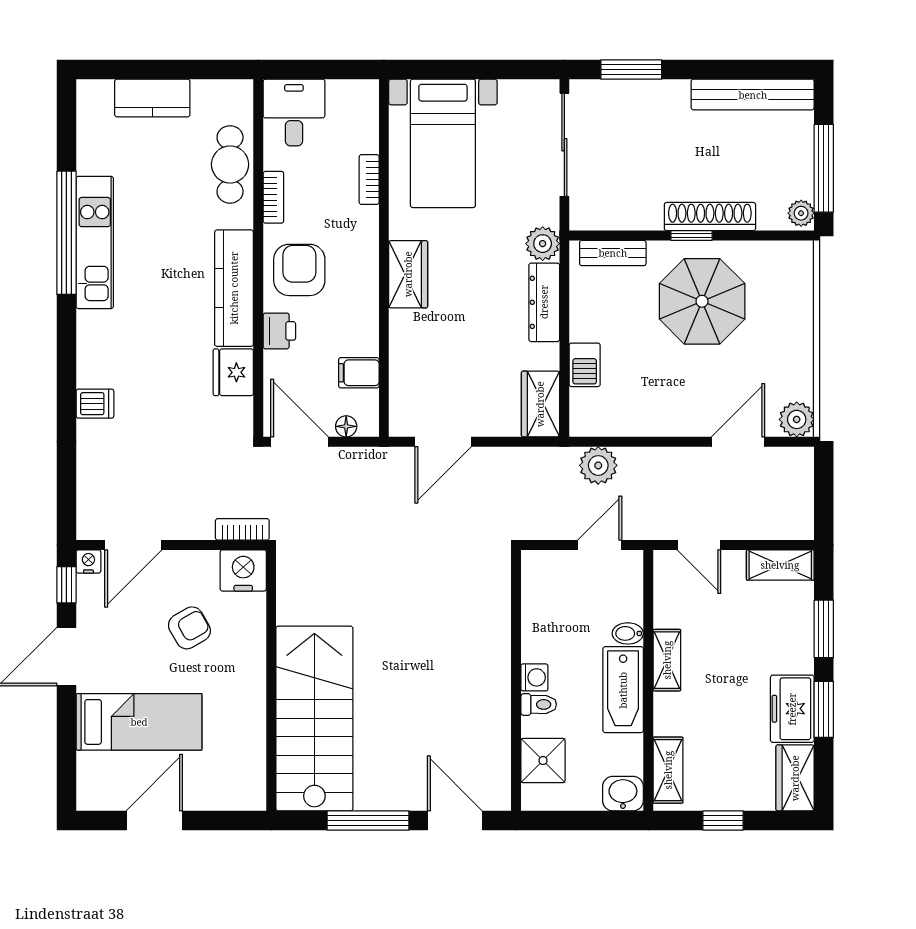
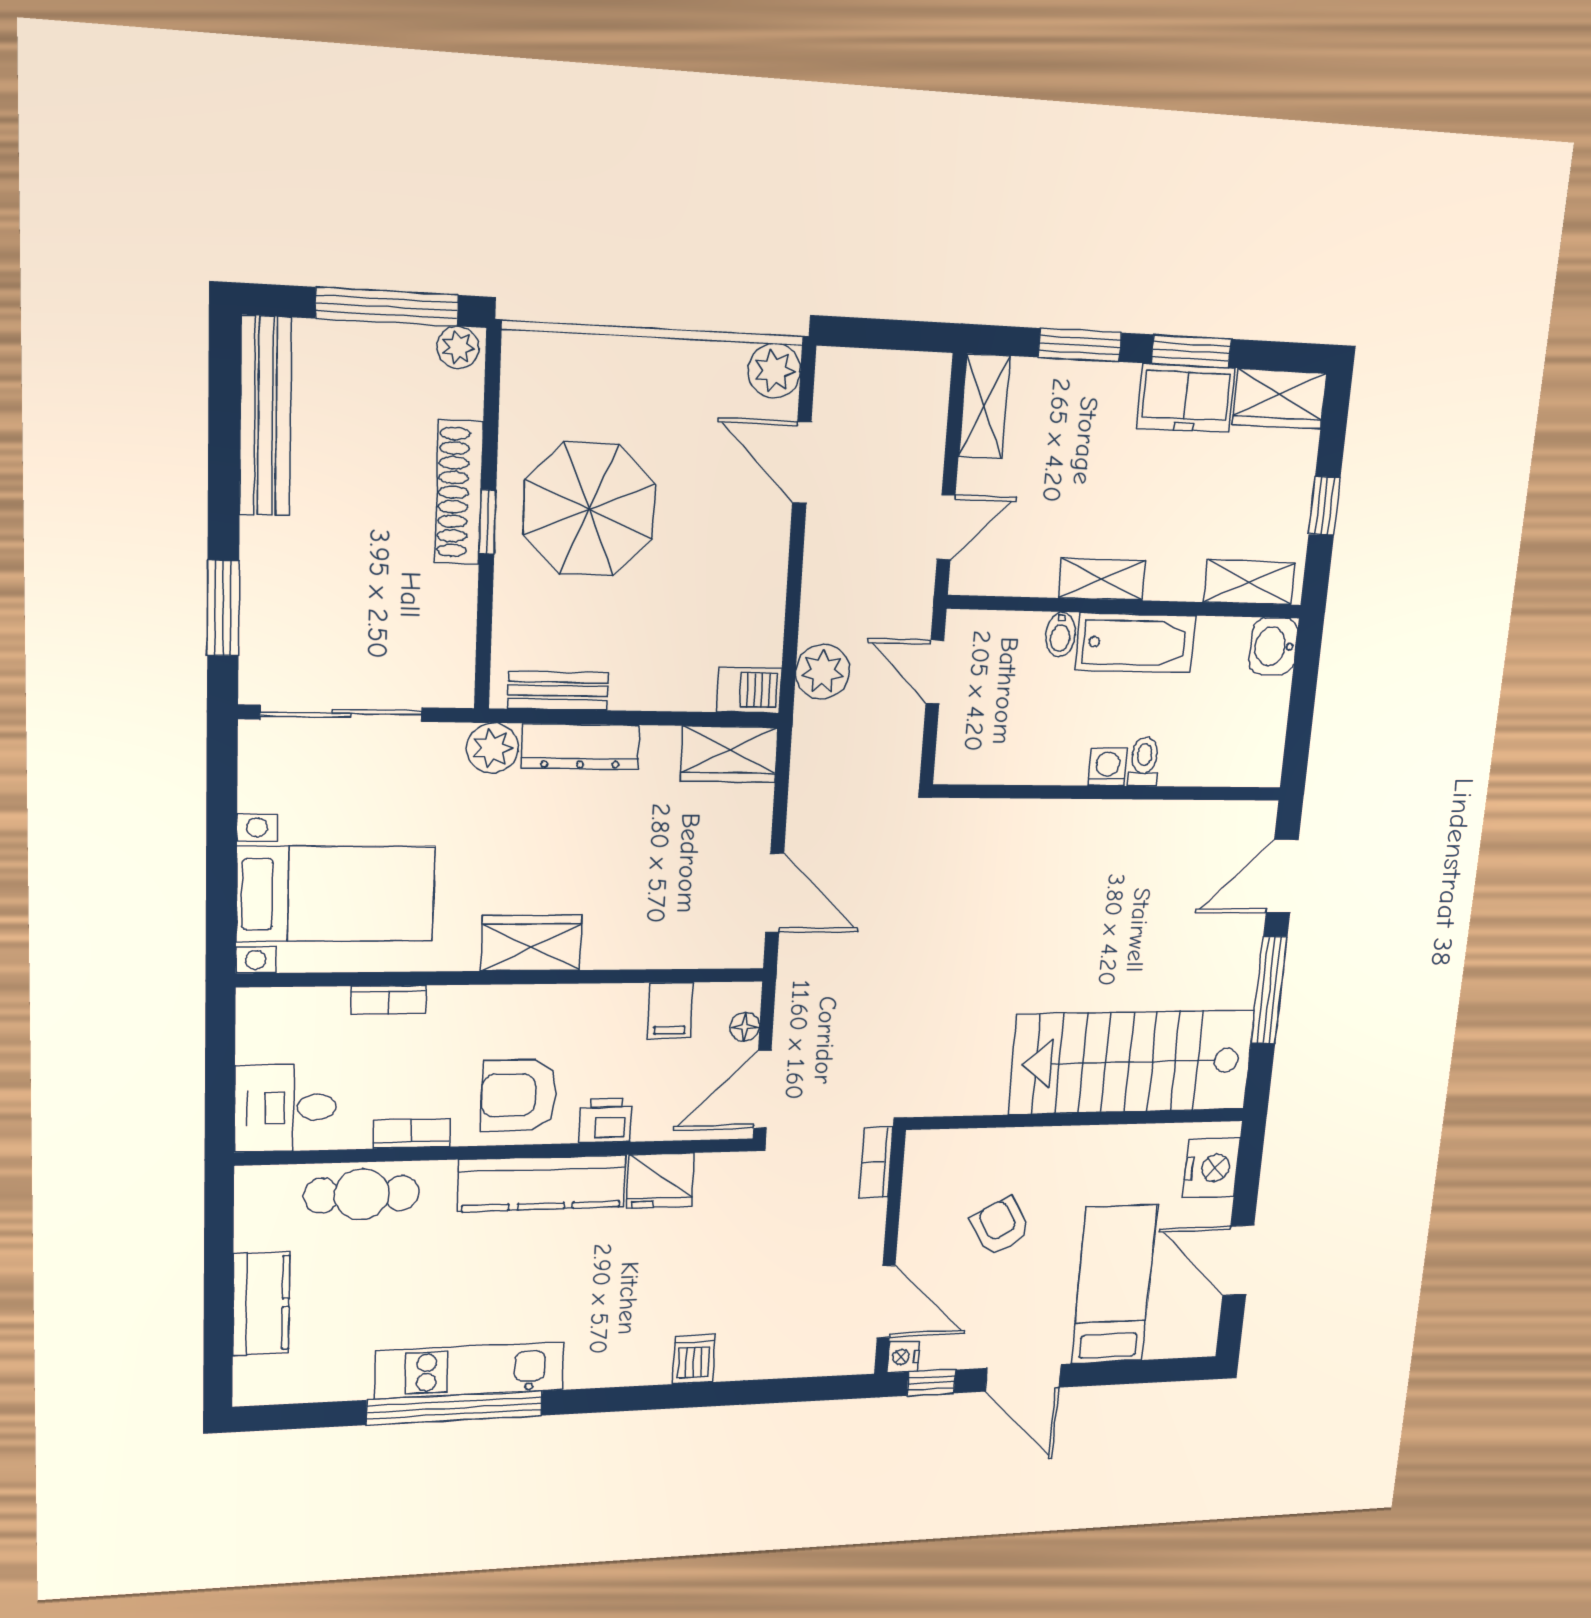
bench: (613, 253) -> (558, 691), moved, turned 90
barbecue: (585, 365) -> (749, 690), moved
nightstand: (243, 570) -> (1211, 1168), moved, turned 180
shower: (543, 761) -> (1218, 756), removed

